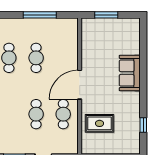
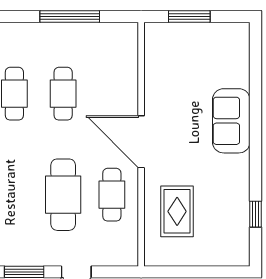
door: (80, 85) -> (141, 142), hinge flipped
cafe table: (36, 114) -> (63, 195), width x1.37, depth x1.35
rug: (100, 123) -> (177, 211), turned 90

